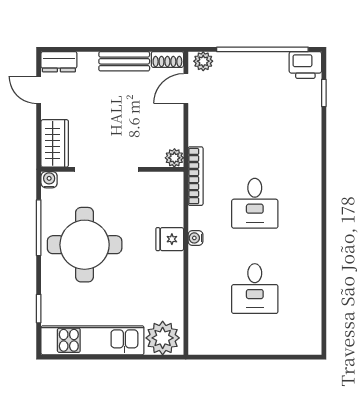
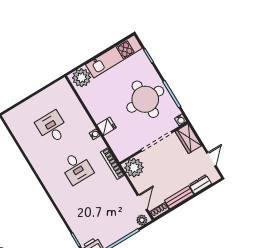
dresser: (59, 62) -> (200, 184), moved
door: (39, 90) -> (211, 159), hinge flipped
plant: (174, 158) -> (134, 168), width x1.88, depth x1.88
desk: (255, 203) -> (77, 168), turned 180

